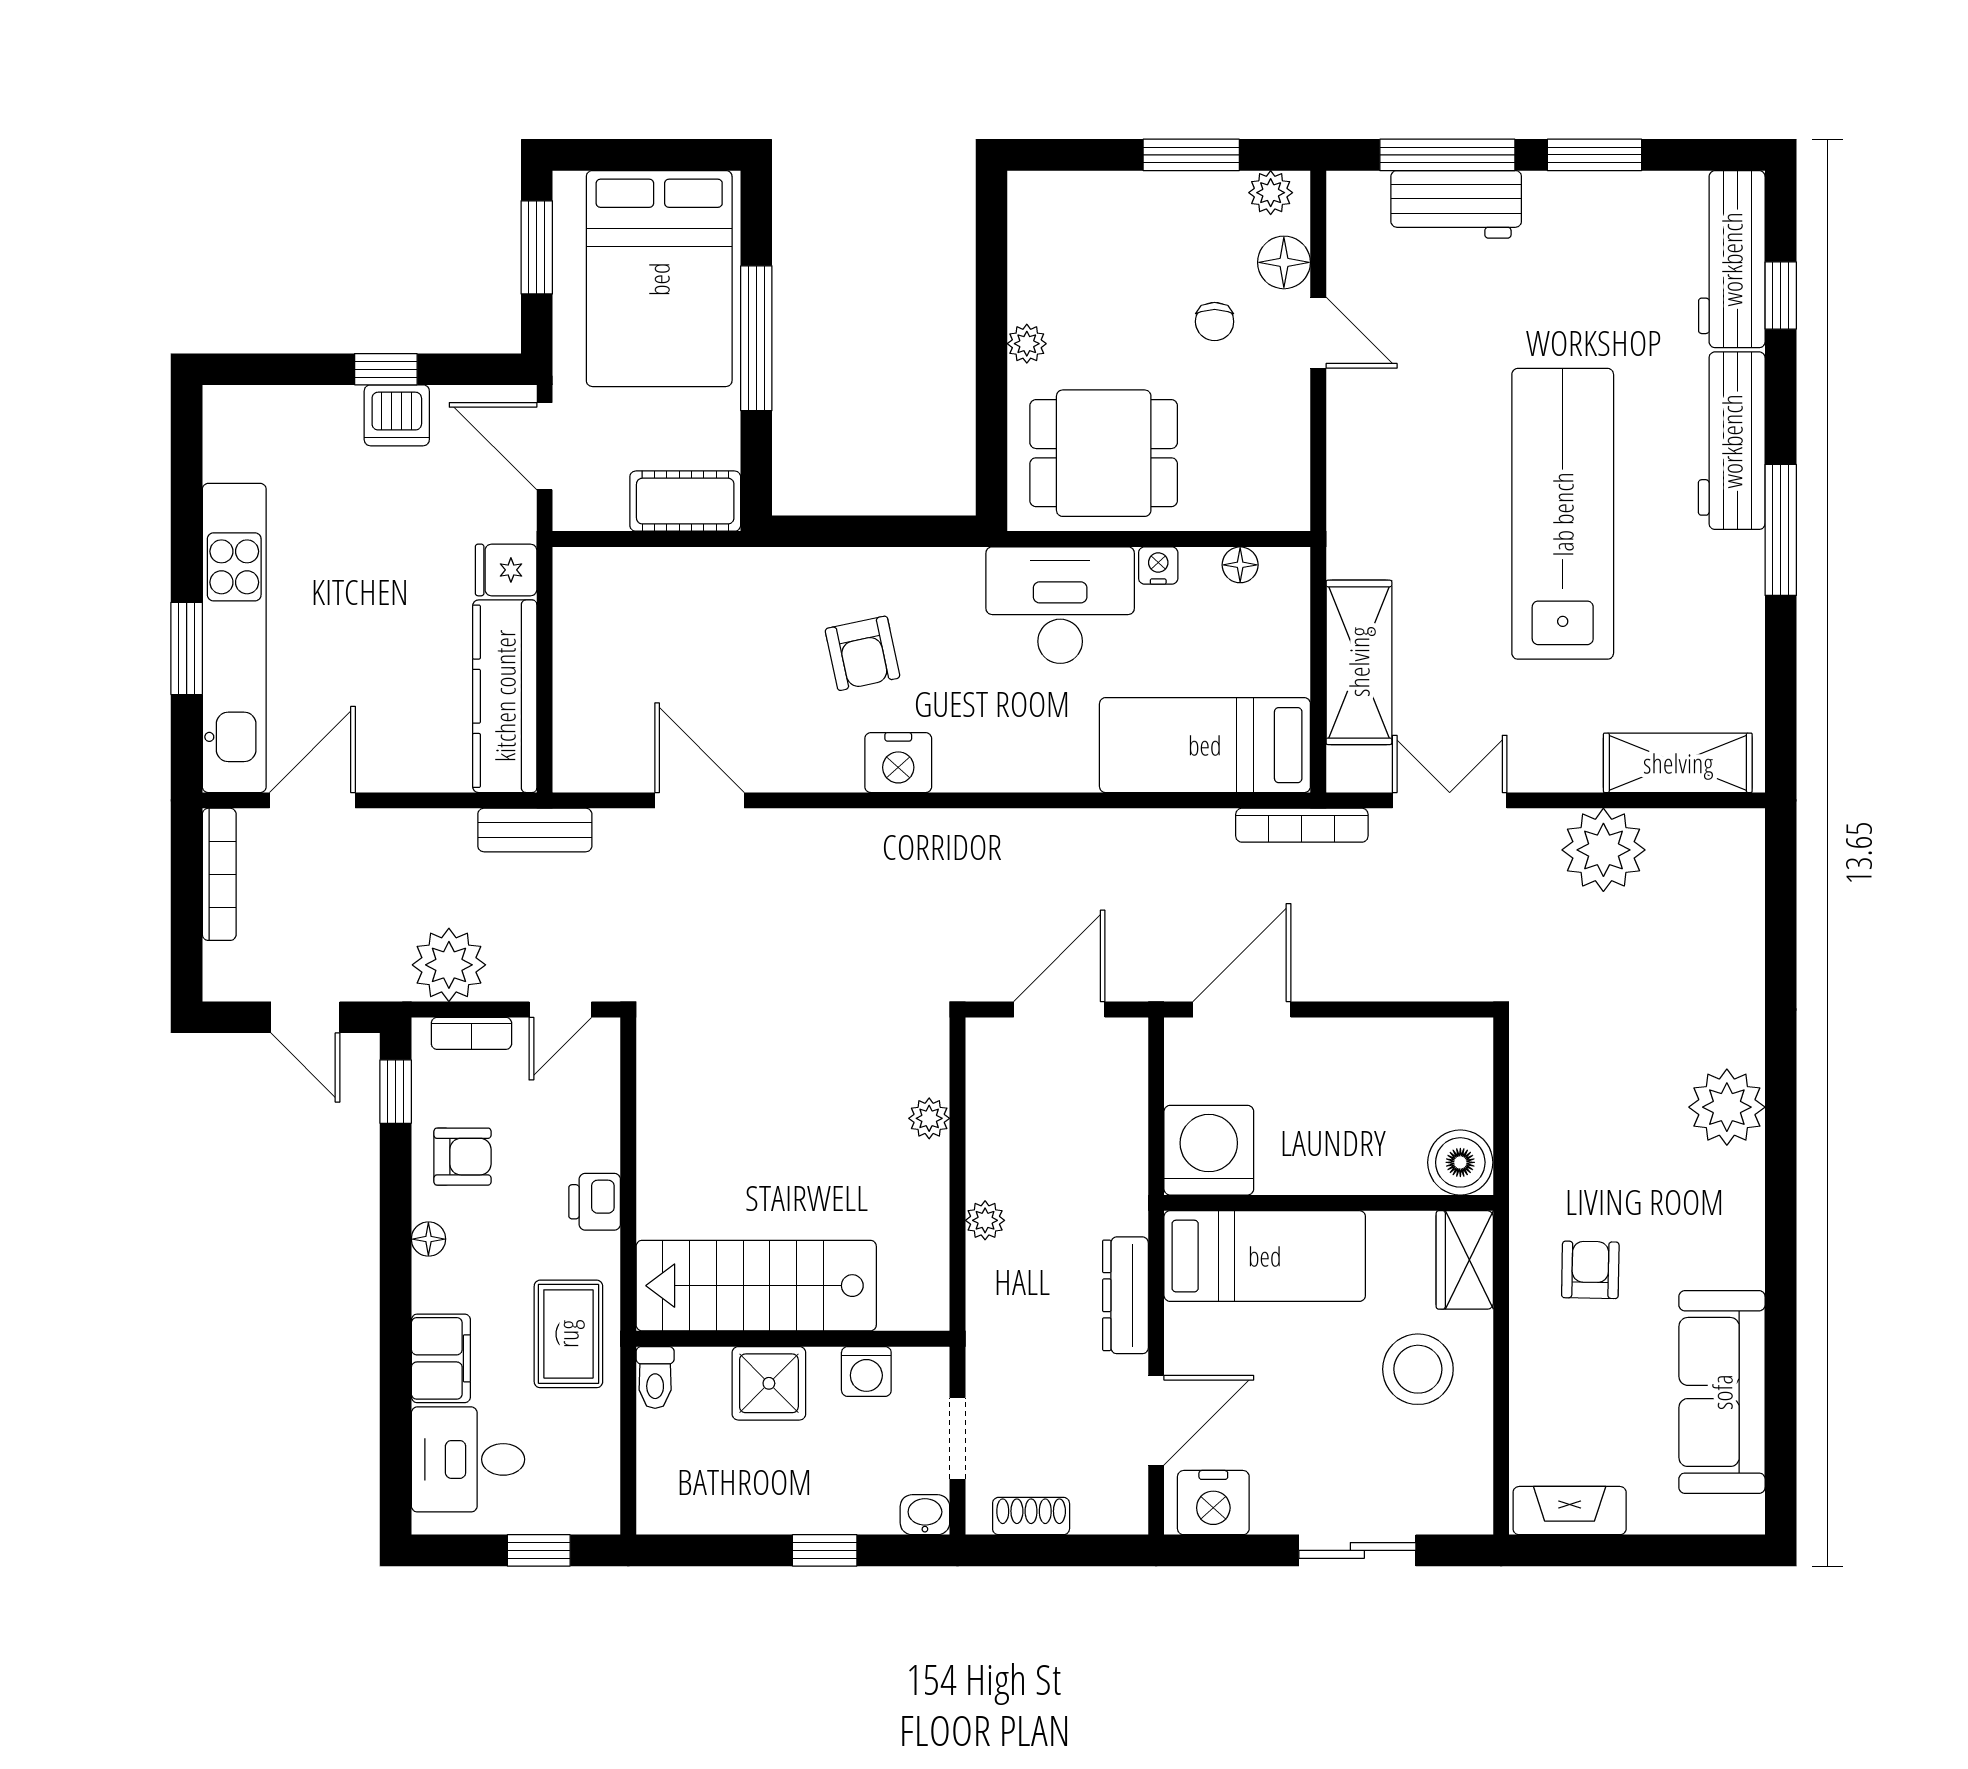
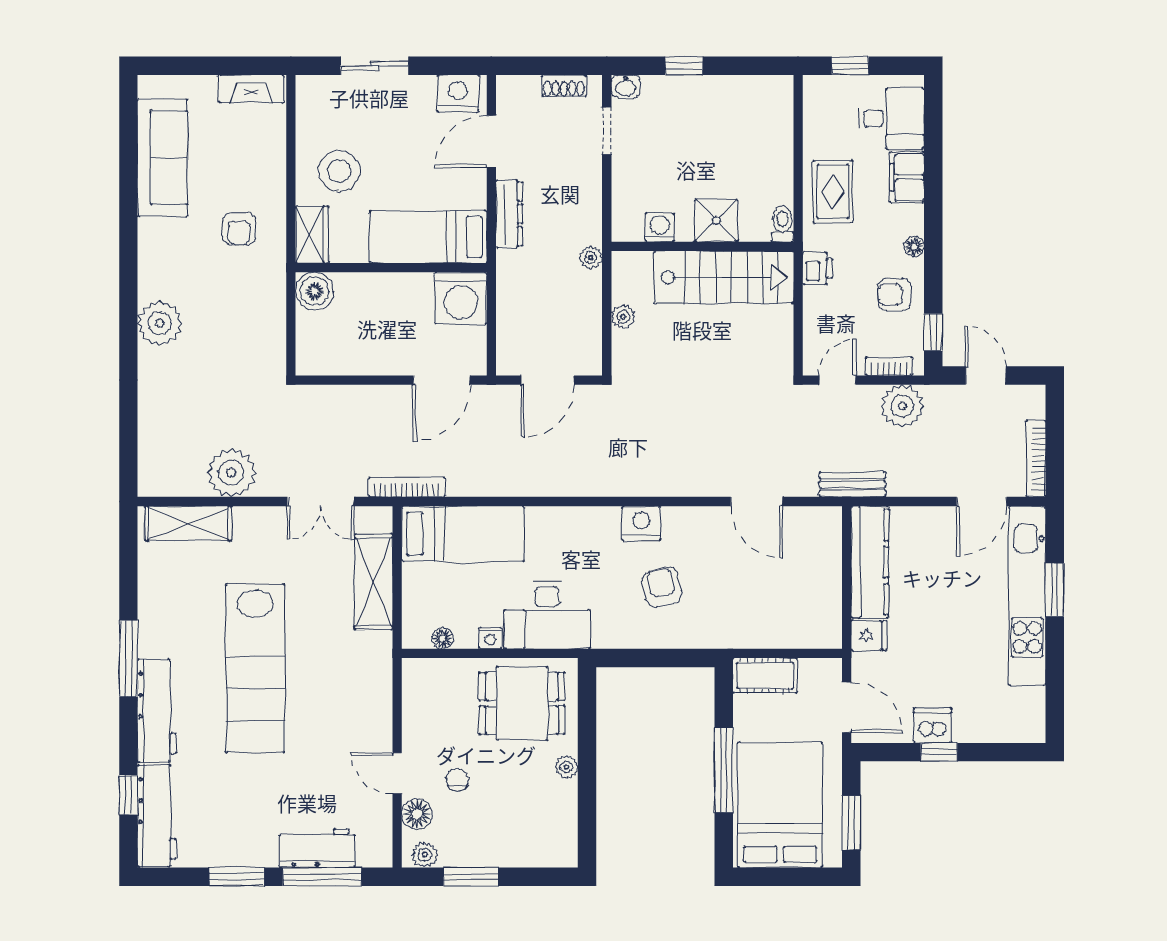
stairs: (756, 1286) -> (724, 277), moved
wall: (793, 1339) -> (702, 246), moved
washing machine: (866, 1371) -> (660, 227), moved
toilet: (655, 1378) -> (782, 224), moved
shower: (769, 1383) -> (716, 221), moved

